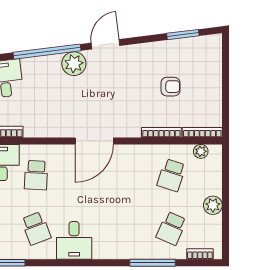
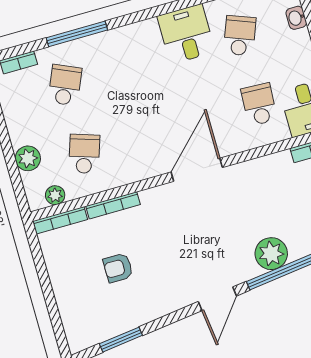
plant: (74, 64) -> (271, 254), moved
plant: (213, 205) -> (28, 158), moved
school desk: (36, 228) -> (240, 36), turned 42

